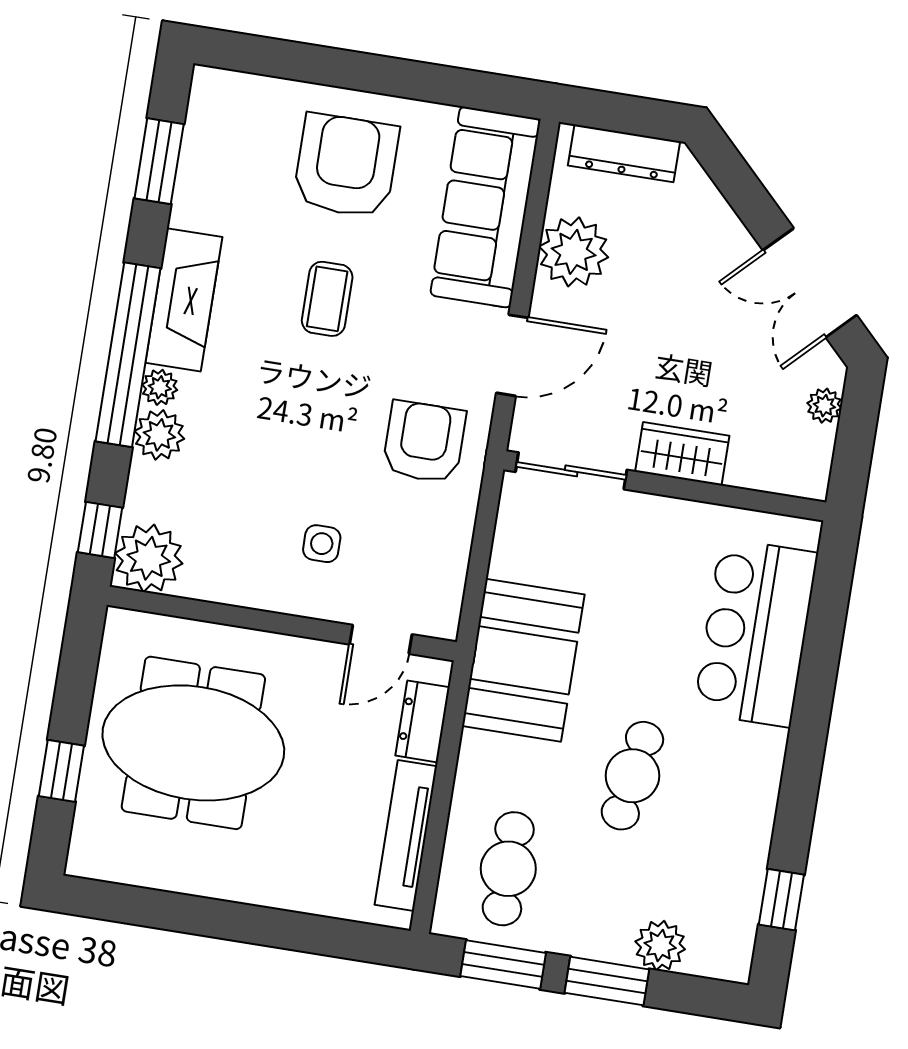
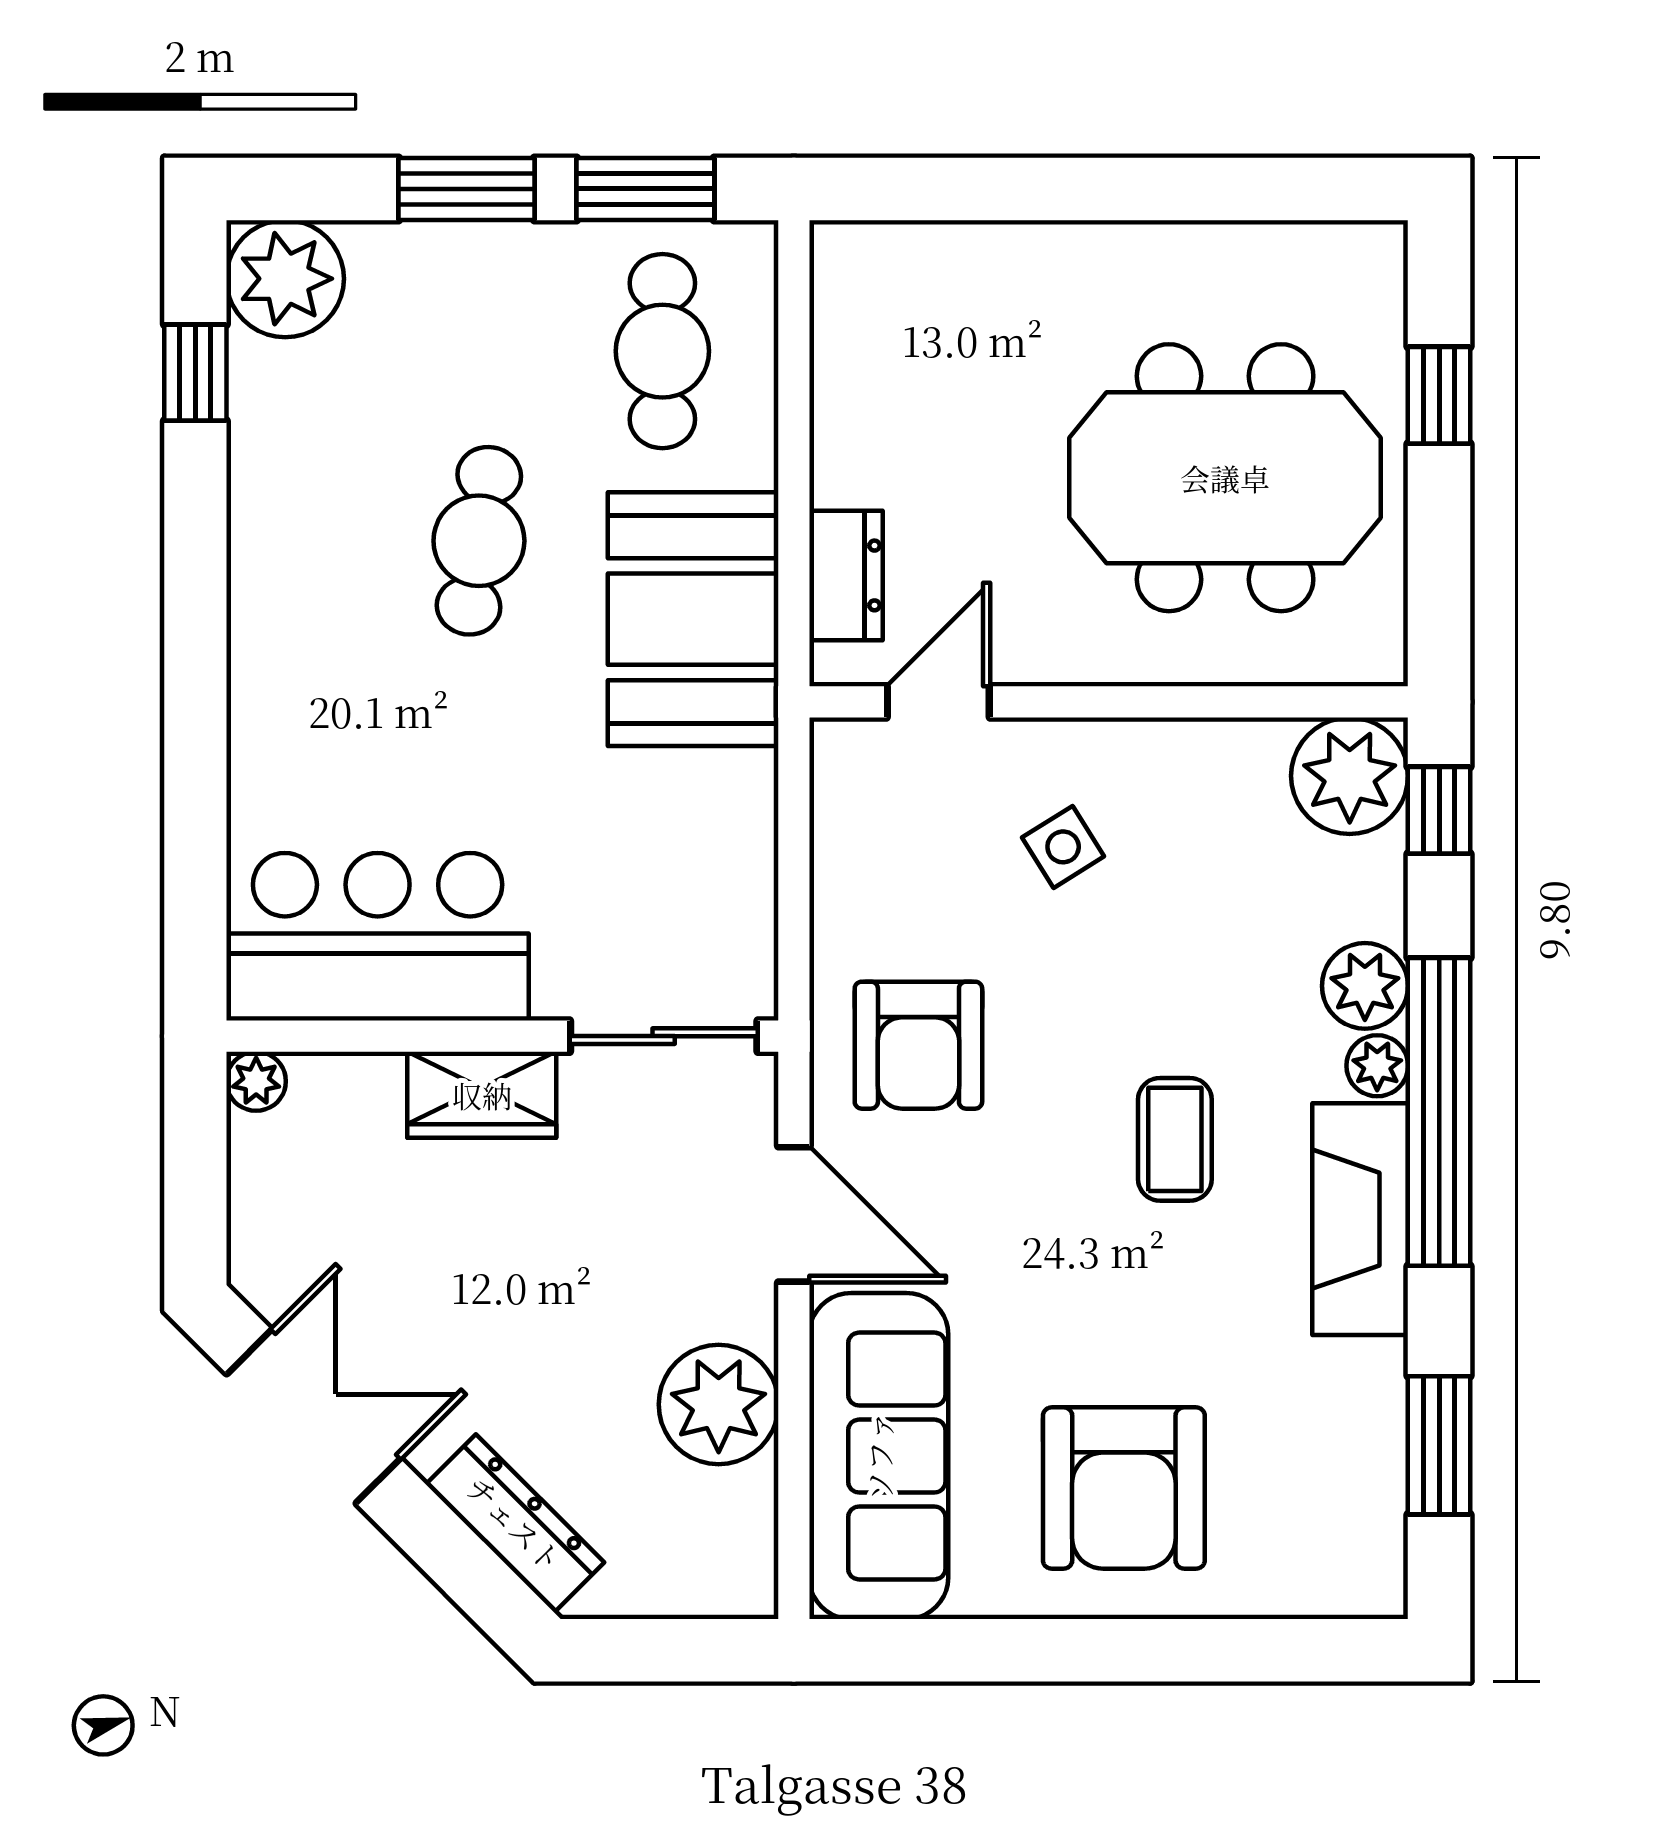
dresser: (624, 153) -> (515, 1523), moved, turned 45
coffee table: (327, 299) -> (1175, 1139), moved
door: (512, 355) -> (794, 1214), swing flipped
plant: (824, 406) -> (256, 1081), moved
side table: (322, 544) -> (1063, 847), turned -32
bar counter: (756, 633) -> (378, 937), moved, turned -90
booth: (523, 660) -> (693, 619), moved
tv unit: (406, 835) -> (843, 379), removed
plant: (660, 945) -> (285, 279), moved, width x1.36, depth x1.36

